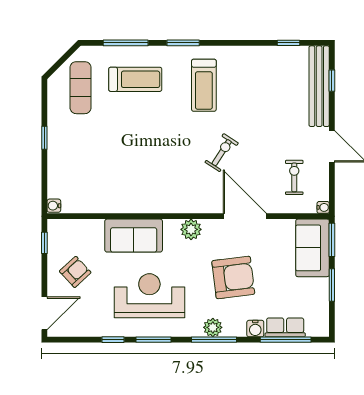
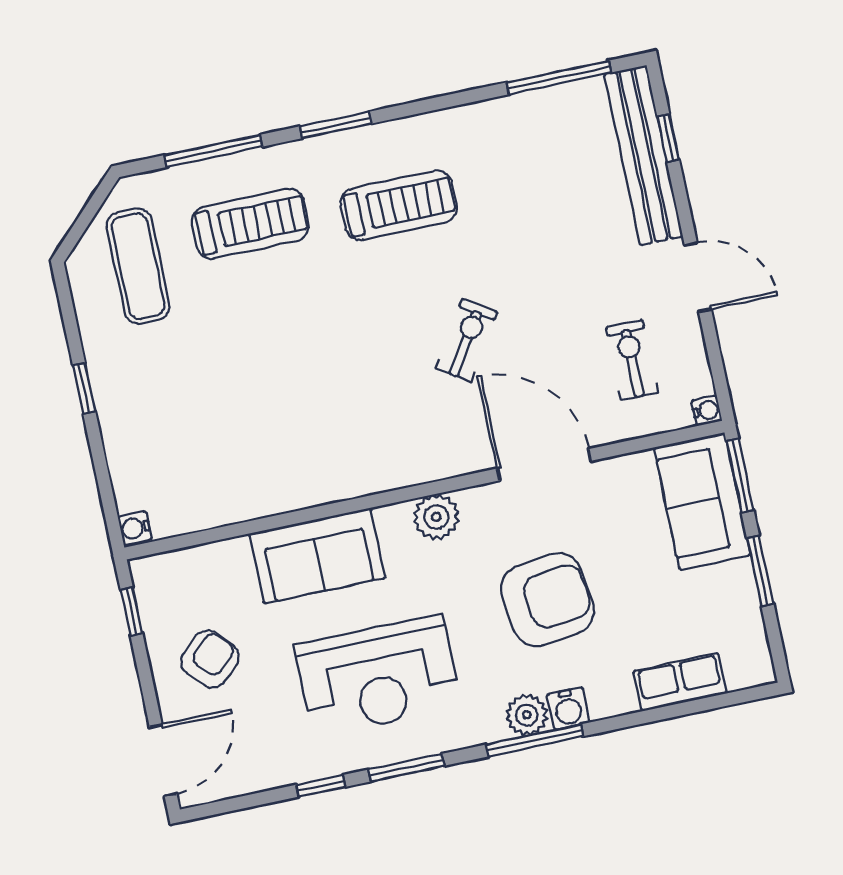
window: (289, 43) -> (559, 77), width x2.17
treadmill: (204, 85) -> (399, 205), turned -90
reception desk: (149, 296) -> (378, 676), turned 180
water cooler: (255, 329) -> (568, 709), moved
window: (286, 340) -> (687, 708), removed

